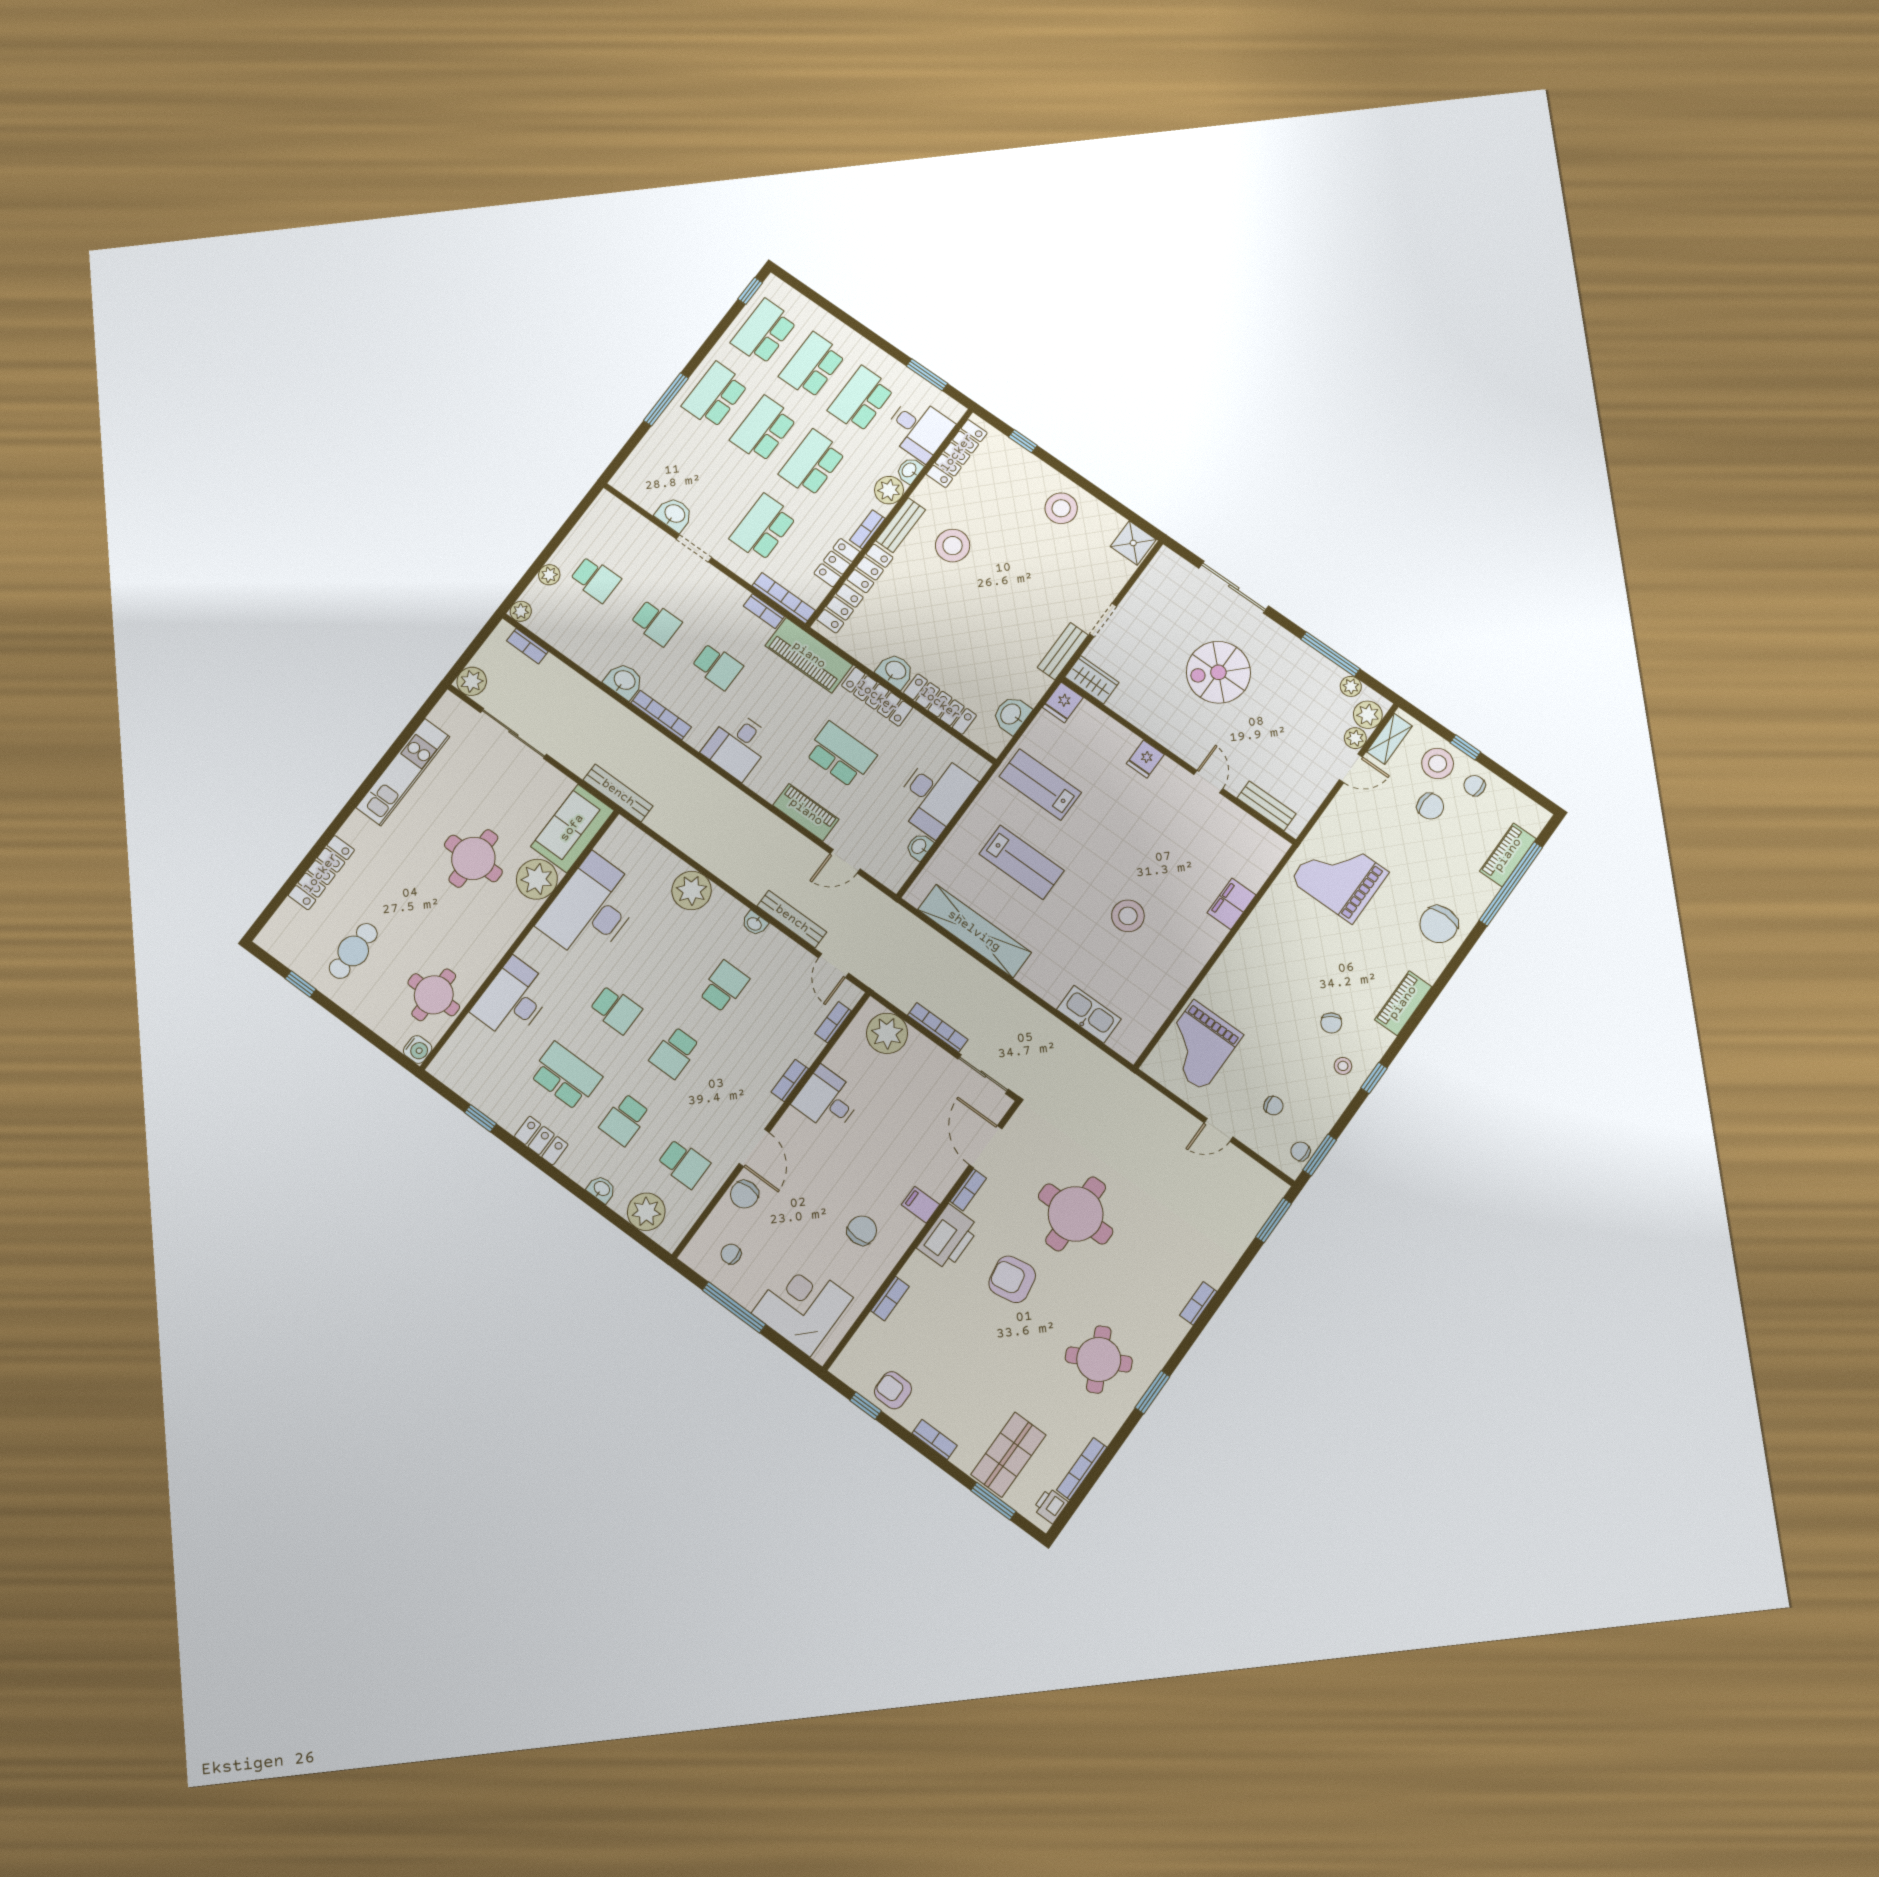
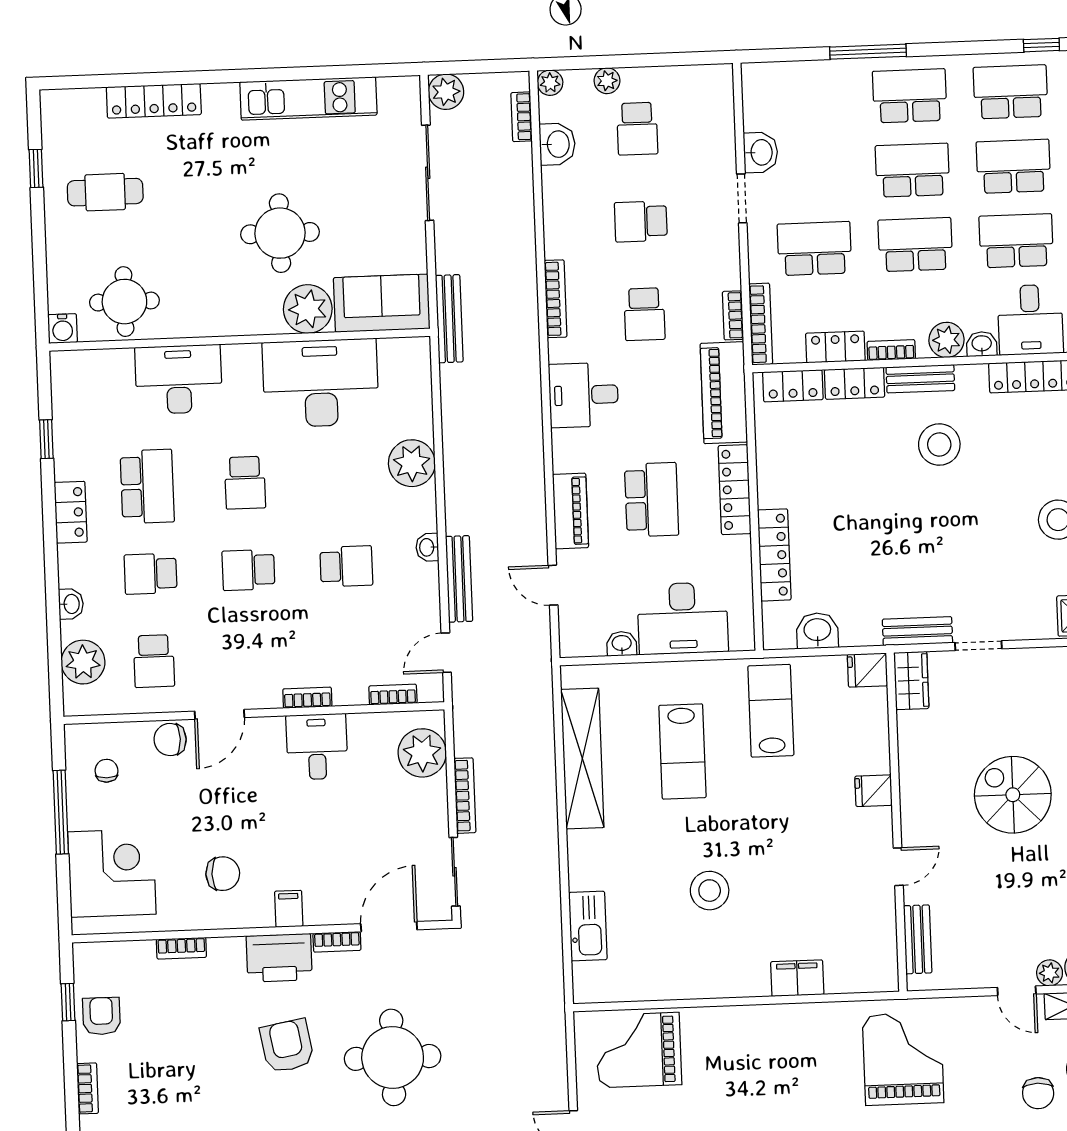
school desk: (656, 623) -> (641, 221), turned 90
washbasin: (895, 671) -> (773, 487), removed
washbasin: (624, 681) -> (557, 144), moved

